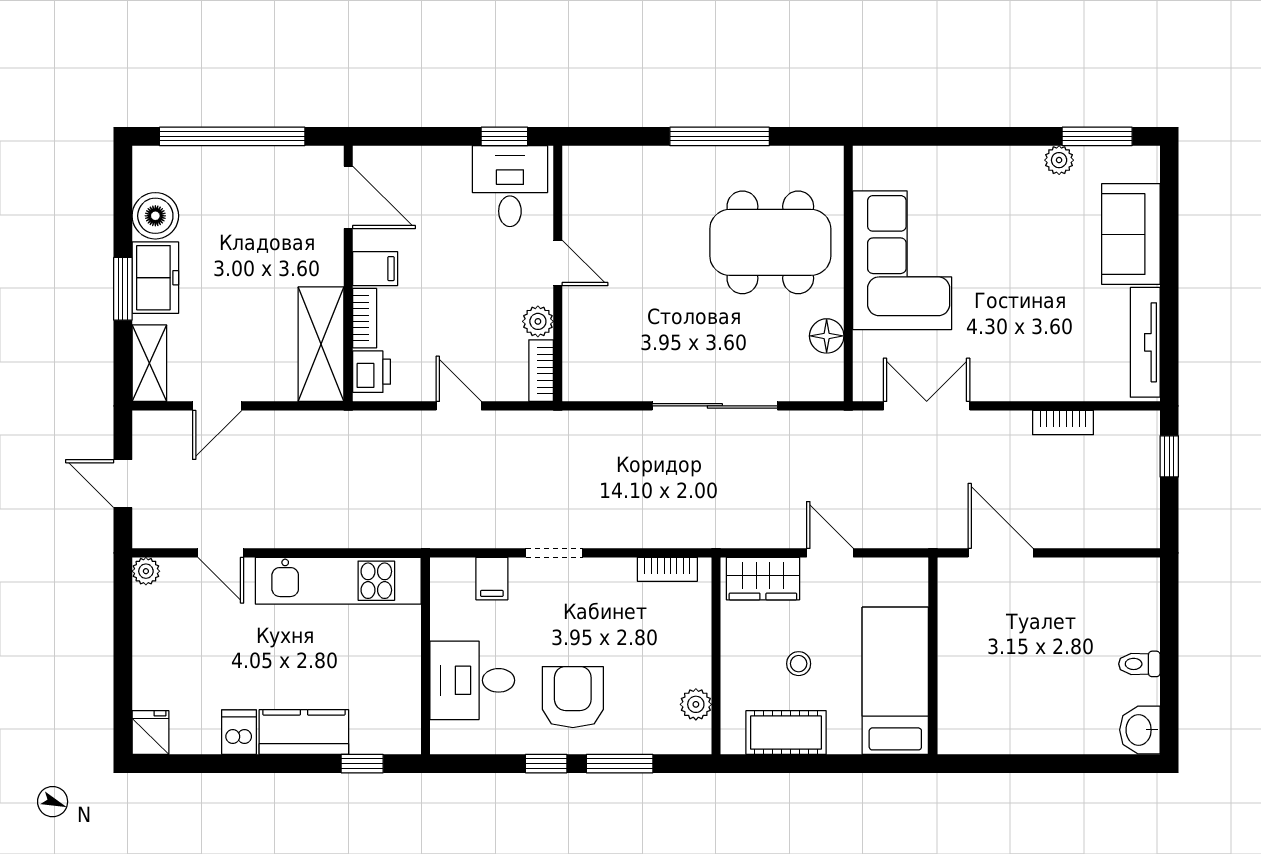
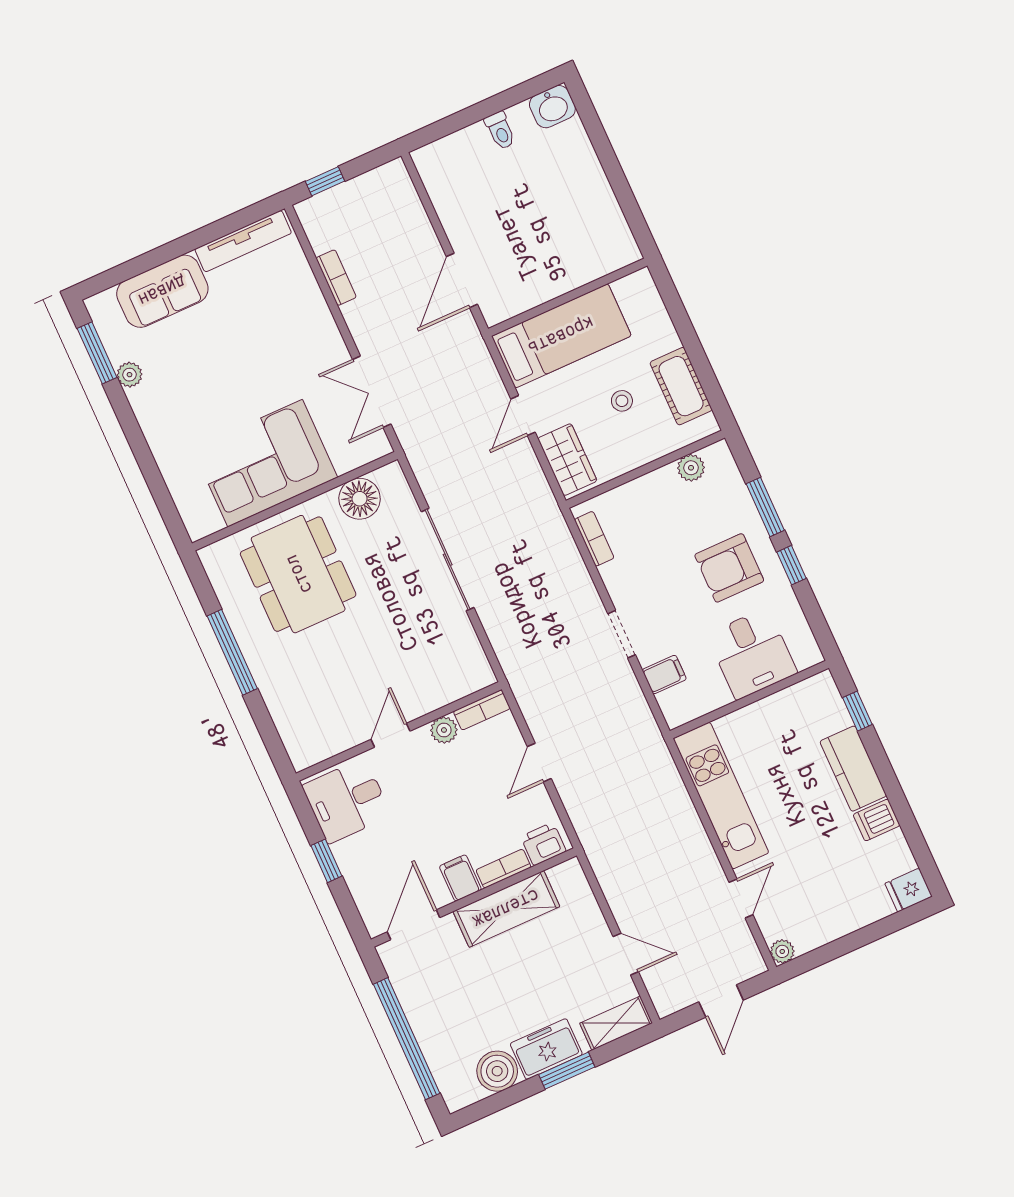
window: (504, 136) -> (326, 861), moved
floor lamp: (827, 336) -> (360, 499), width x1.38, depth x1.38
shelving: (321, 344) -> (506, 909), moved
bed: (895, 681) -> (561, 336), moved, turned 180

